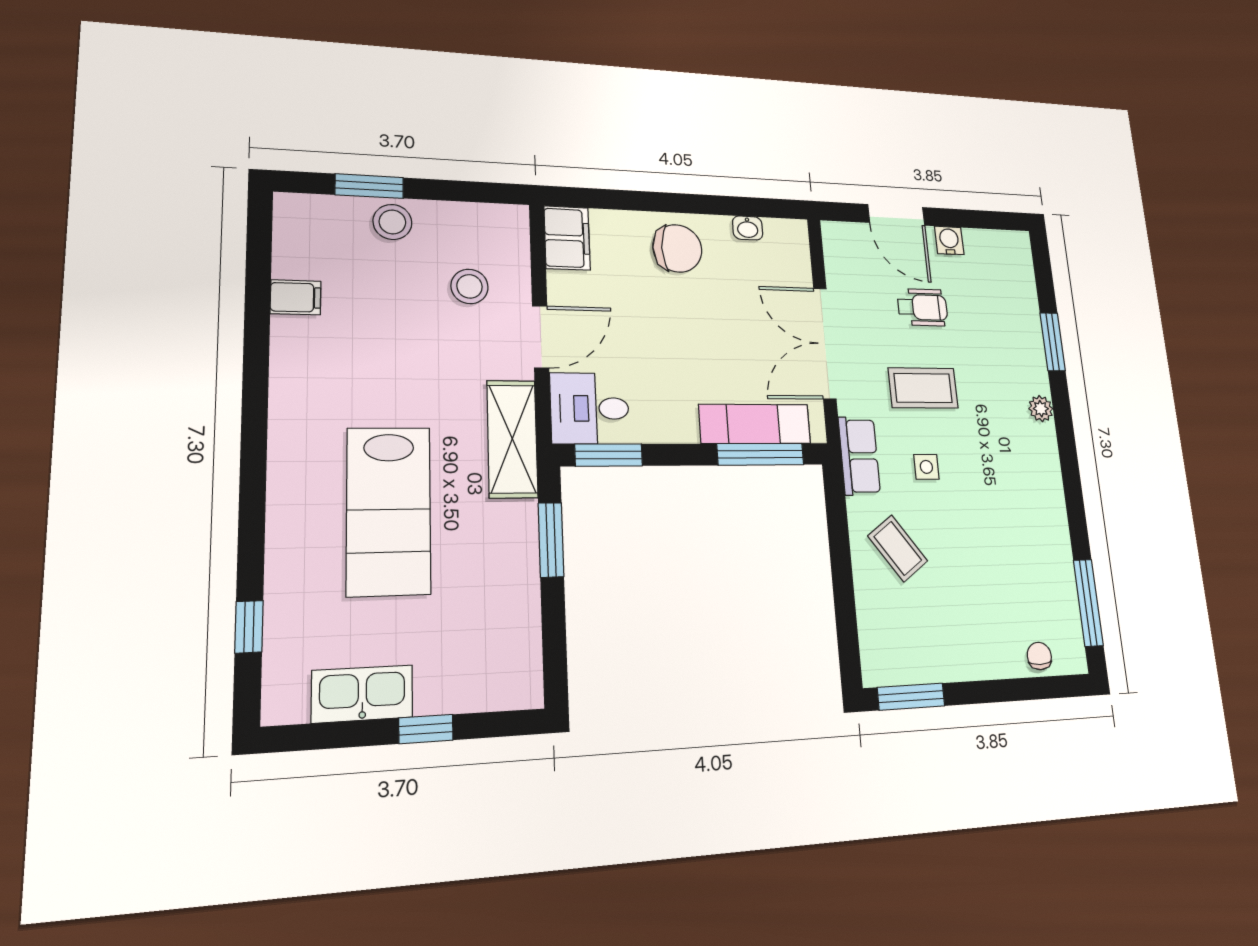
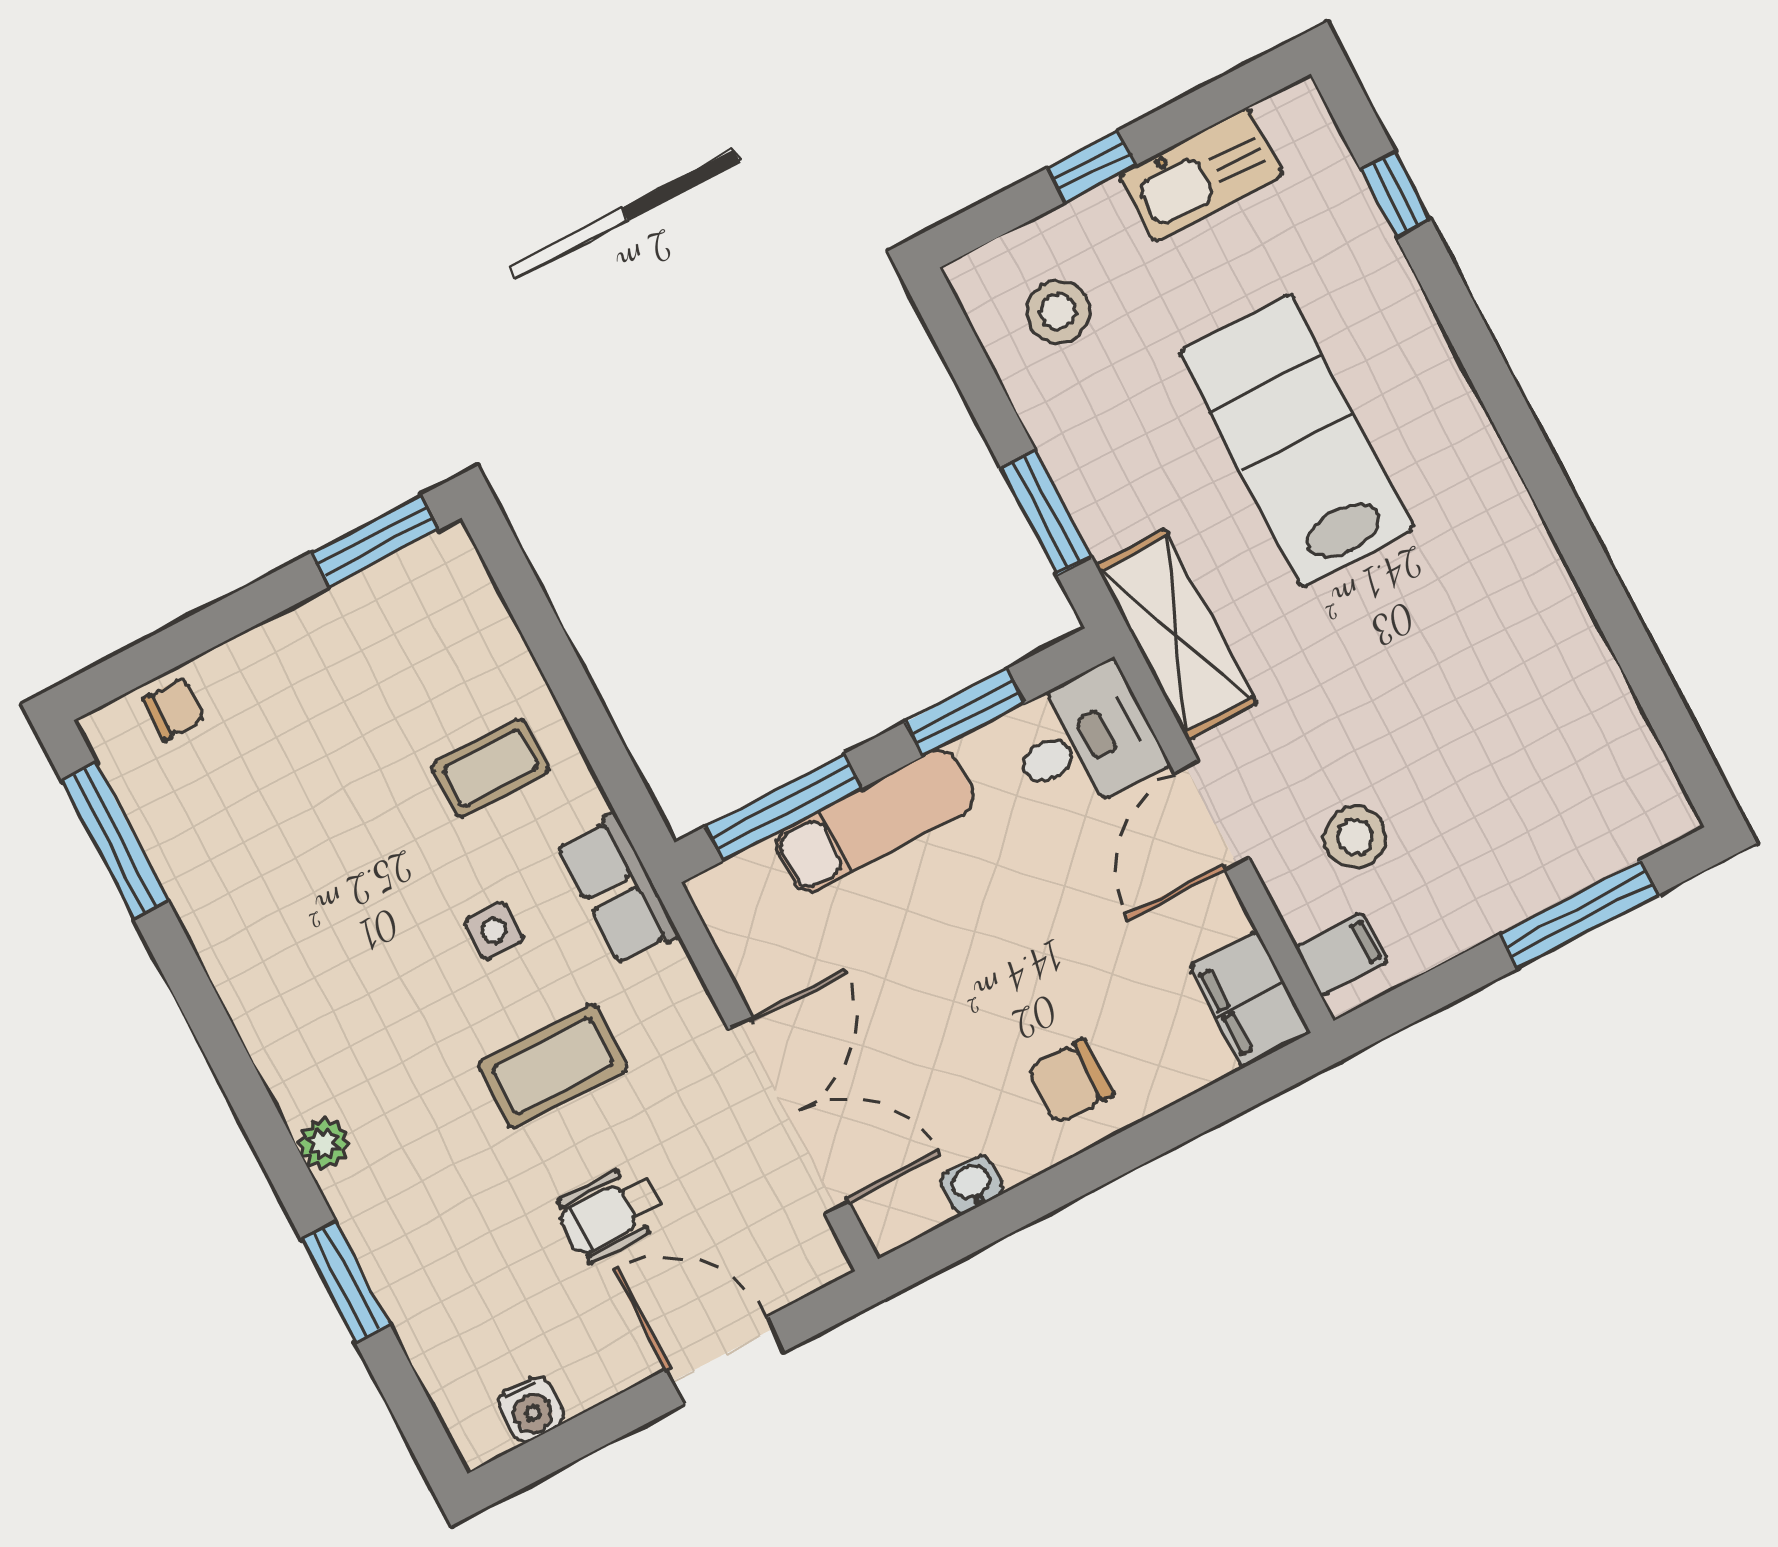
window: (369, 186) -> (1579, 914), width x1.44
stool: (392, 222) -> (1058, 311), moved
water cooler: (949, 240) -> (531, 1409), moved
chair: (677, 248) -> (1070, 1082), width x0.73, depth x0.73
filing cabinet: (296, 297) -> (1342, 954), moved, turned 180
double door: (825, 343) -> (789, 1116), moved
exam couch: (755, 424) -> (875, 821), moved
window: (609, 455) -> (965, 713), moved
coffee table: (898, 548) -> (490, 768), turned -54
chair: (1039, 656) -> (174, 709), turned -90

